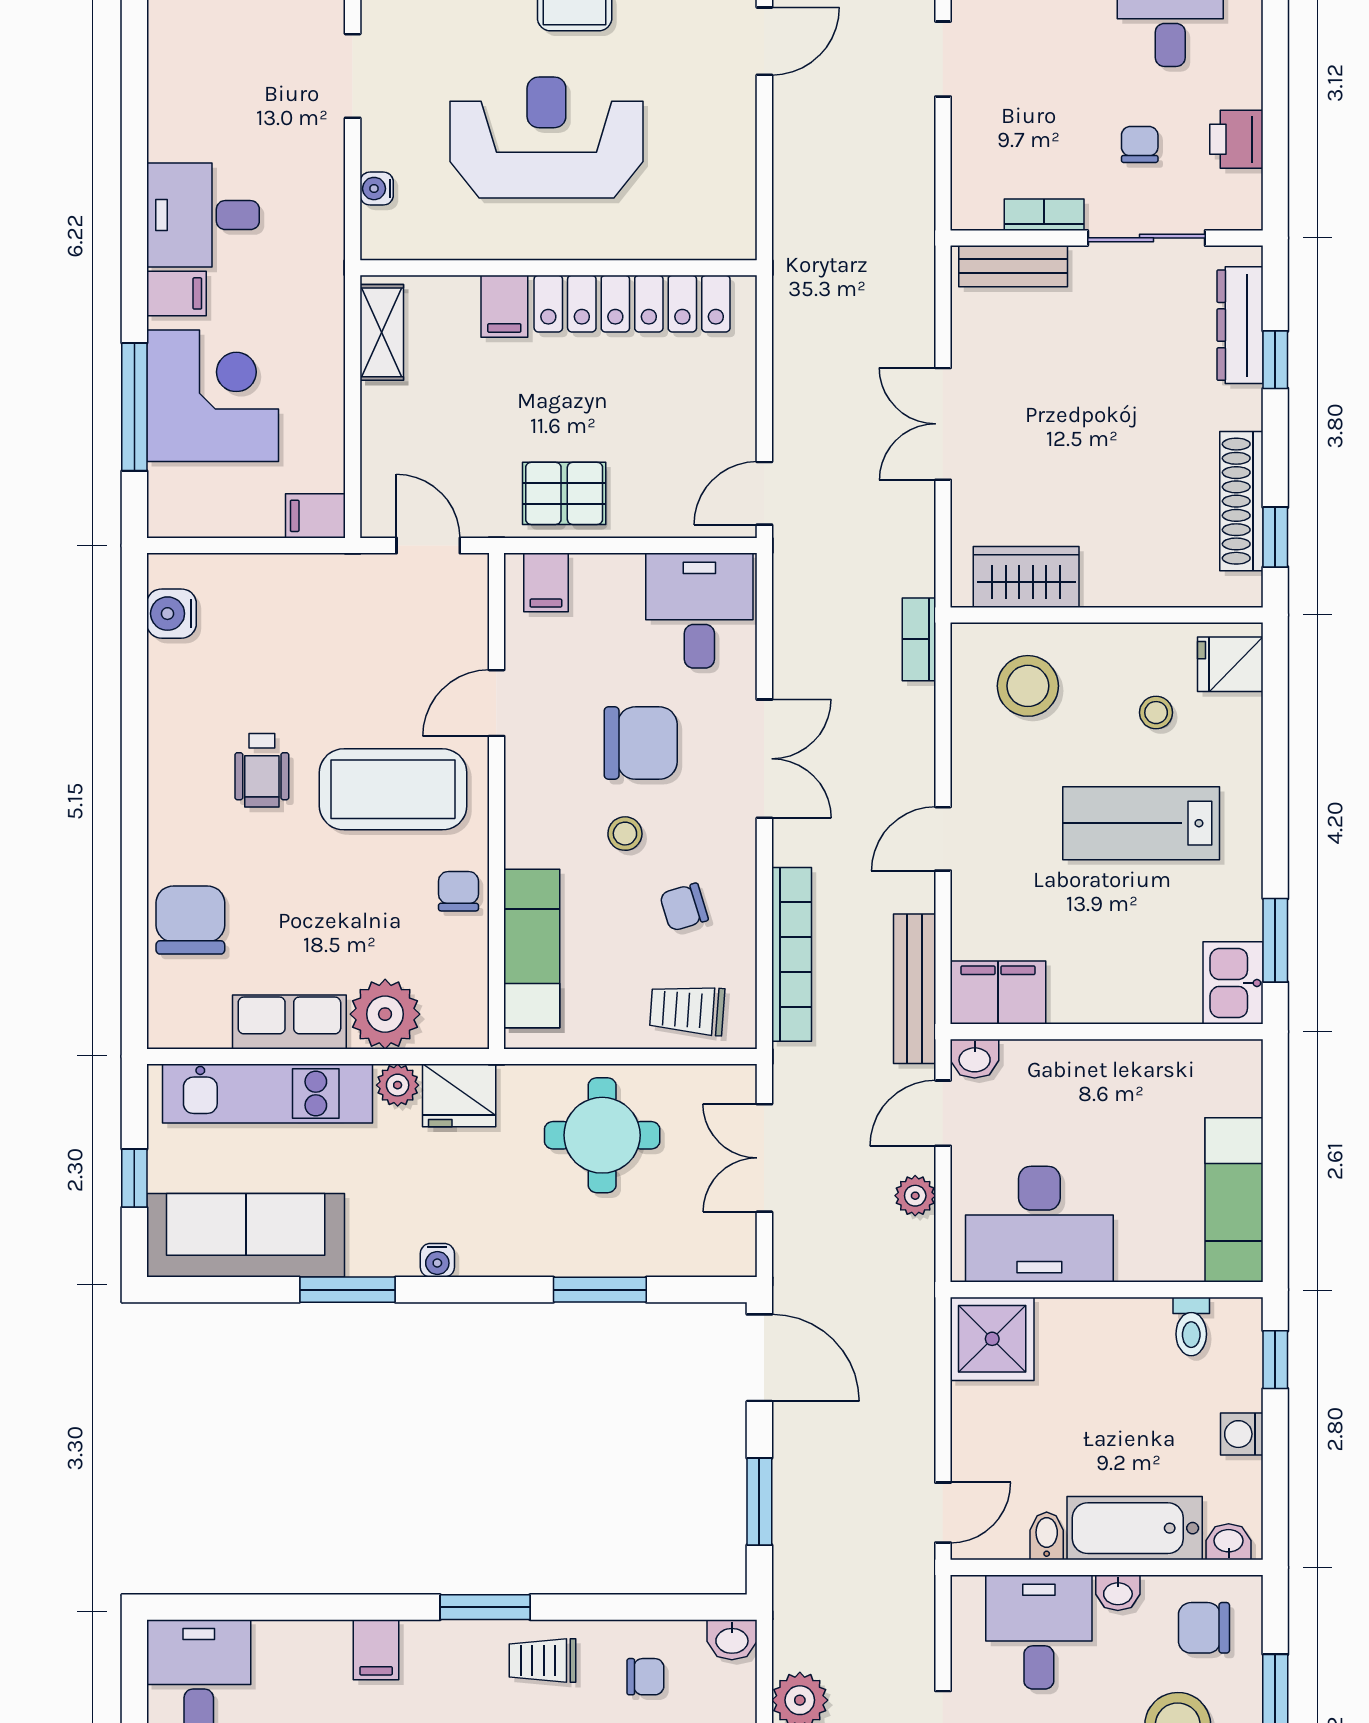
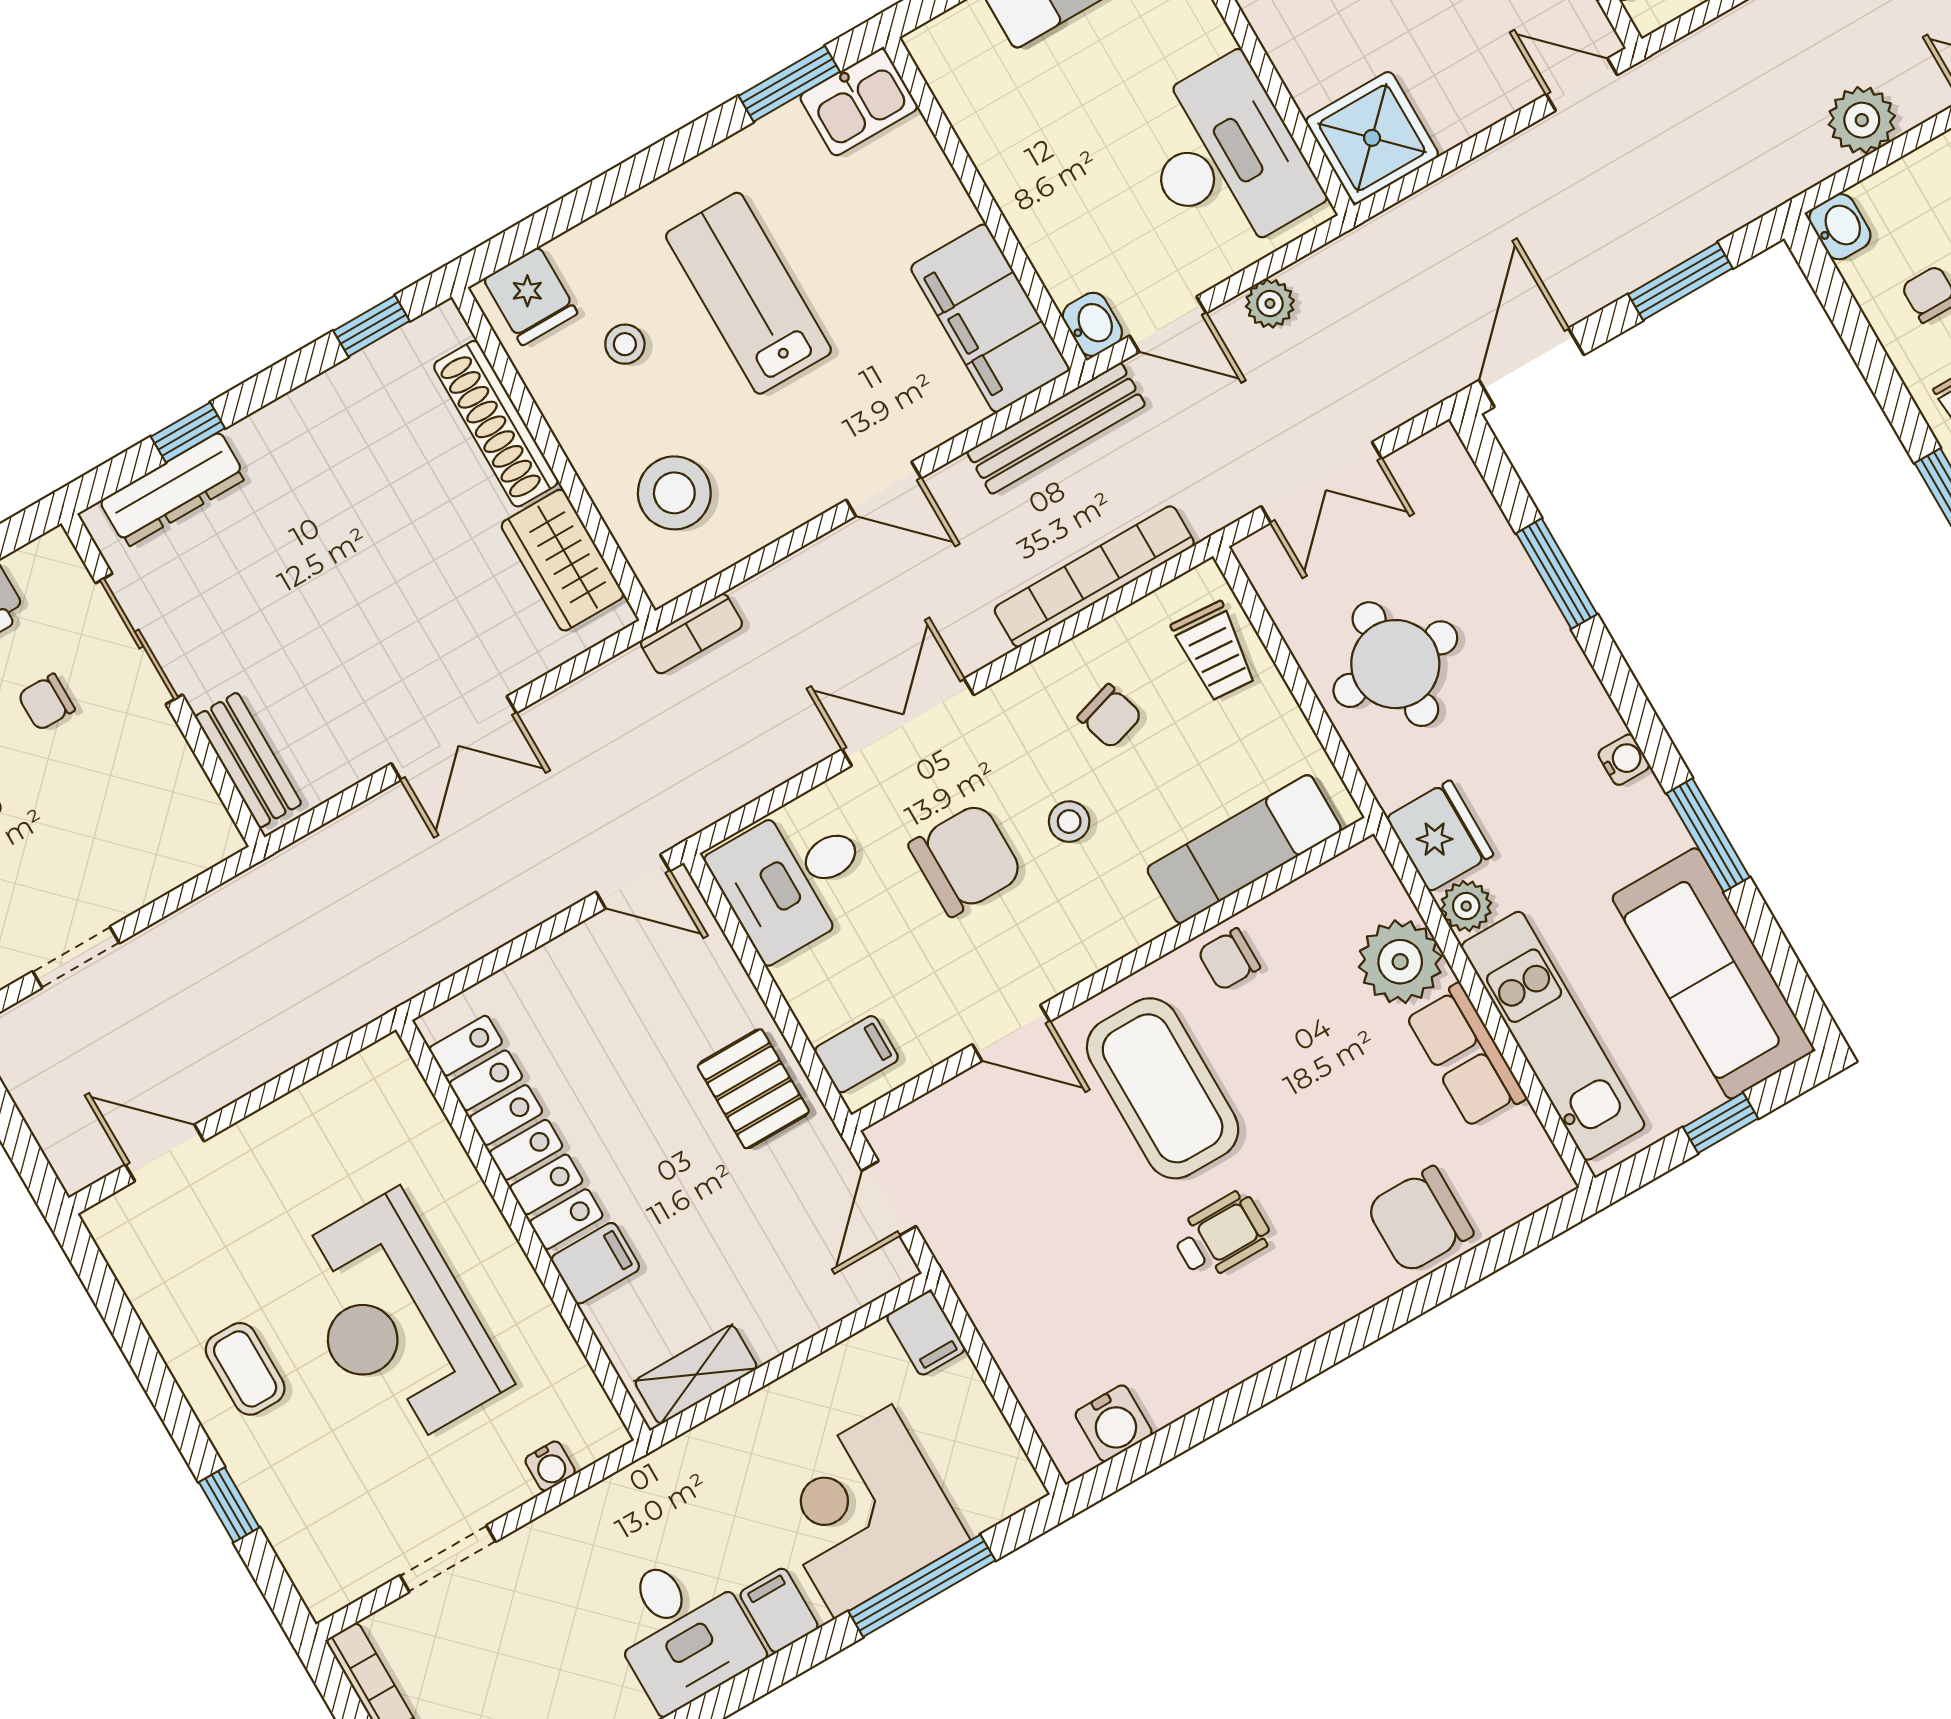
bookcase: (1044, 215) -> (176, 759), removed
shoe rack: (1241, 501) -> (496, 424), moved, turned 90
chair: (641, 743) -> (966, 860), turned 90
lab bench: (1141, 823) -> (748, 293), turned 180
filing cabinet: (998, 993) -> (990, 318), width x1.50, depth x1.17

